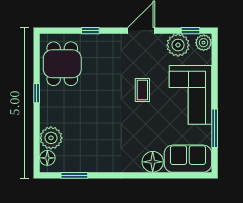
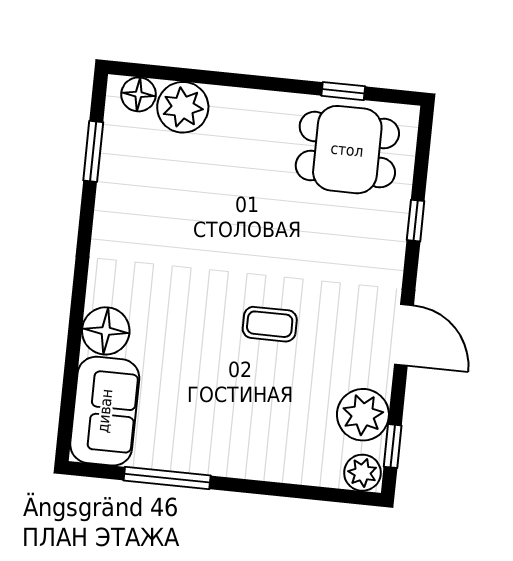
window: (37, 93) -> (343, 91), moved
corner sofa: (191, 95) -> (248, 431), removed

